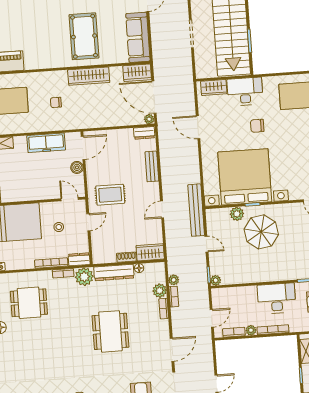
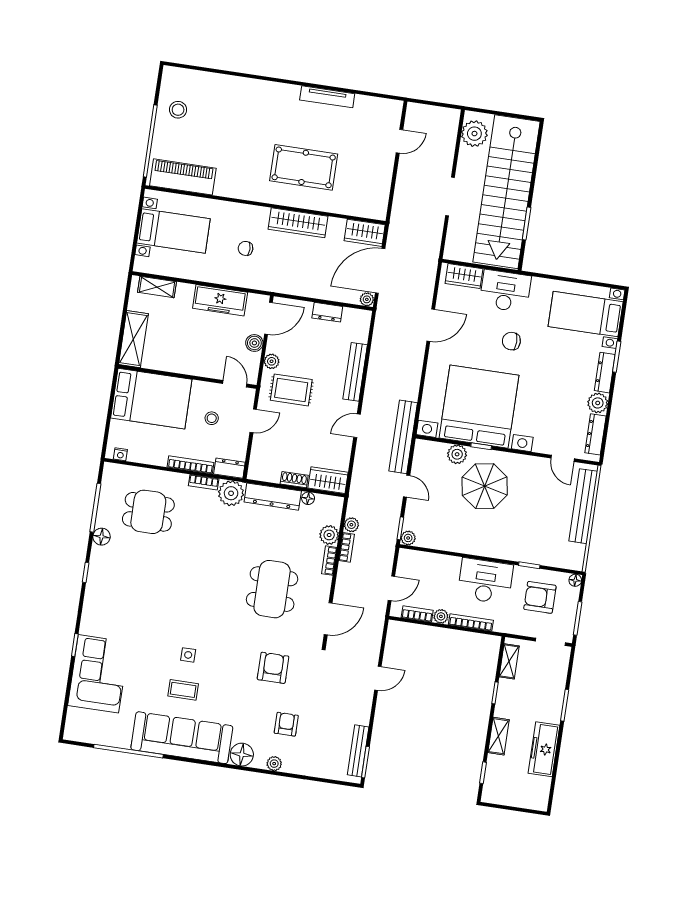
pool table: (84, 36) -> (304, 167), turned 90
sofa: (138, 37) -> (376, 185), removed
door: (154, 97) -> (380, 271), hinge flipped
door: (198, 127) -> (431, 325), swing flipped
dresser: (144, 133) -> (327, 312), moved
bench: (152, 166) -> (355, 372), width x1.36
plant: (92, 178) -> (272, 361), added
dining table: (110, 331) -> (272, 589), moved

